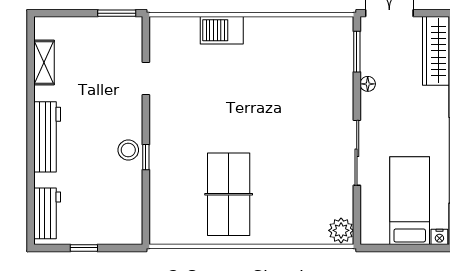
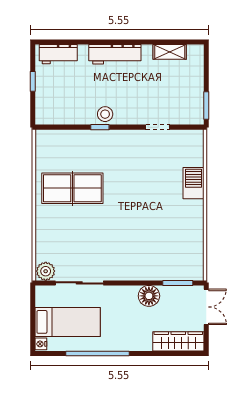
floor lamp: (368, 84) -> (149, 296), width x1.89, depth x1.89
sliding door: (357, 153) -> (79, 283), moved

